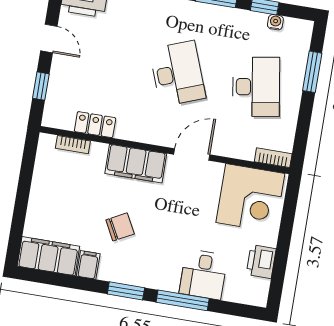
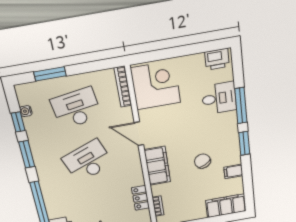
bookcase: (273, 158) -> (123, 87), width x1.56
filing cabinet: (48, 256) -> (226, 206), moved, turned 90
printer: (261, 262) -> (217, 59), moved

